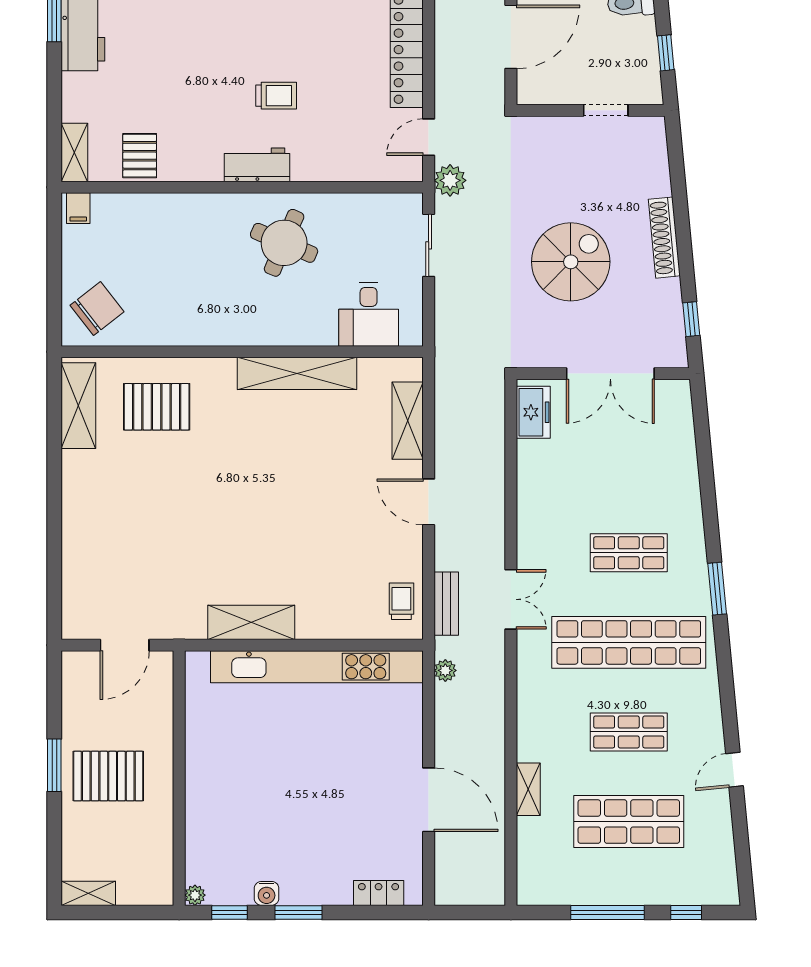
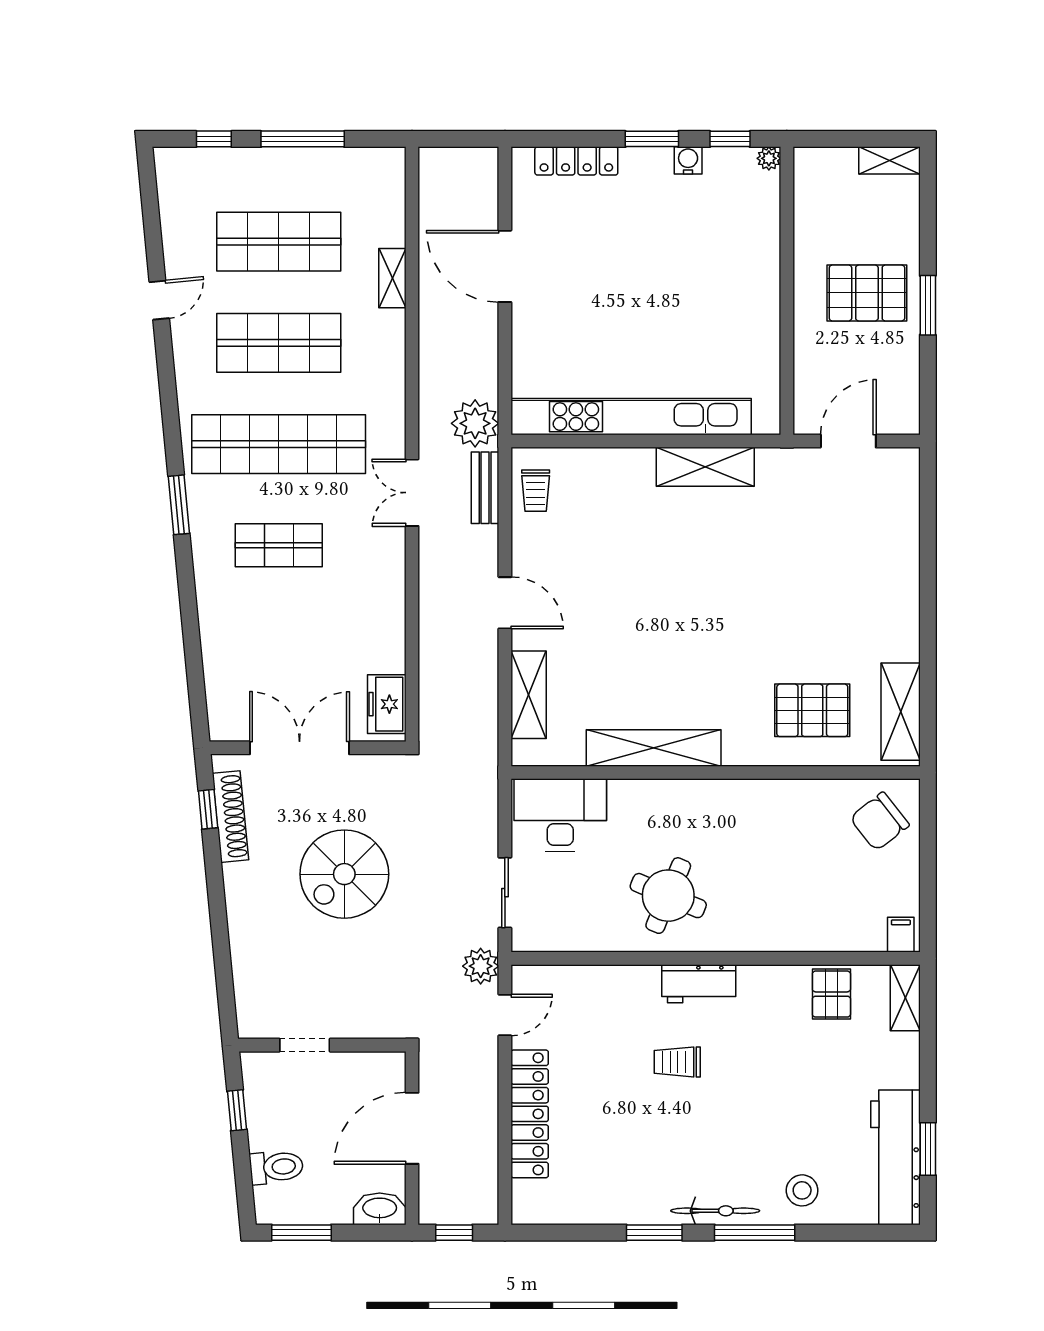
shoe rack: (664, 238) -> (230, 817), moved
desk: (369, 314) -> (560, 815), width x1.37
plant: (445, 670) -> (475, 423), width x1.88, depth x1.88
shop shelf: (629, 732) -> (279, 343), width x1.43, depth x1.36
locker: (379, 893) -> (576, 161), width x1.53

